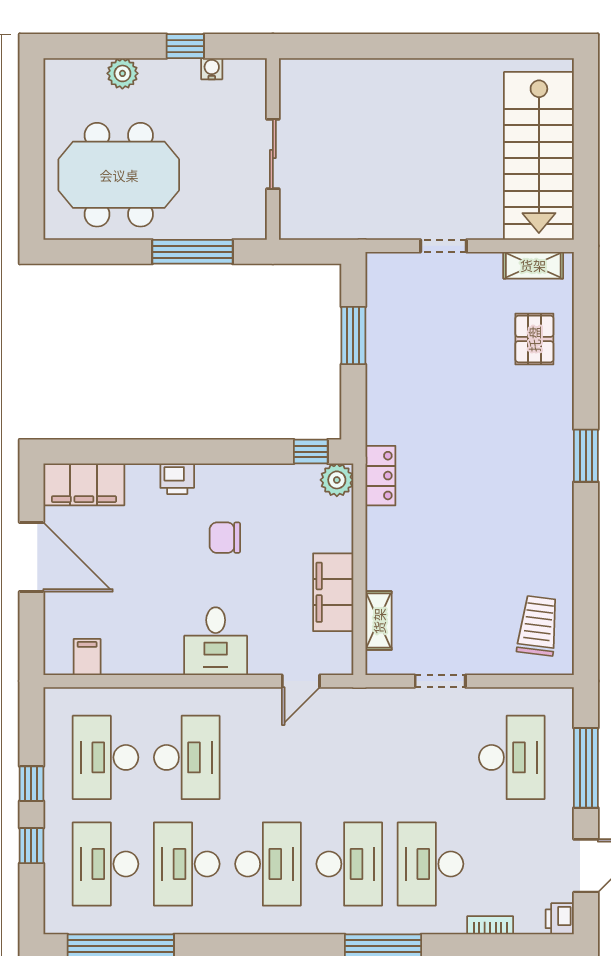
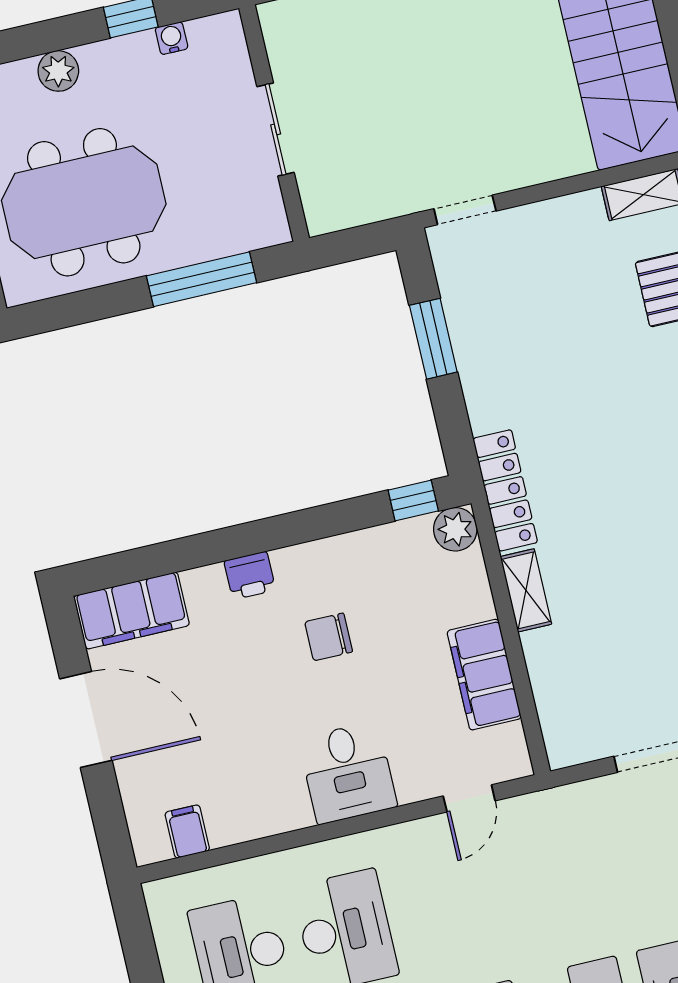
doorway: (444, 246) -> (465, 210), moved
locker: (380, 476) -> (505, 490), width x1.53
shelving: (379, 621) -> (526, 590), moved

